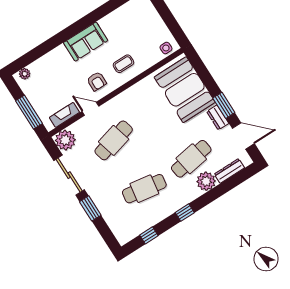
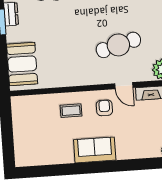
side table: (166, 48) -> (24, 104), removed
booth: (185, 90) -> (22, 64), width x0.73, depth x0.70

